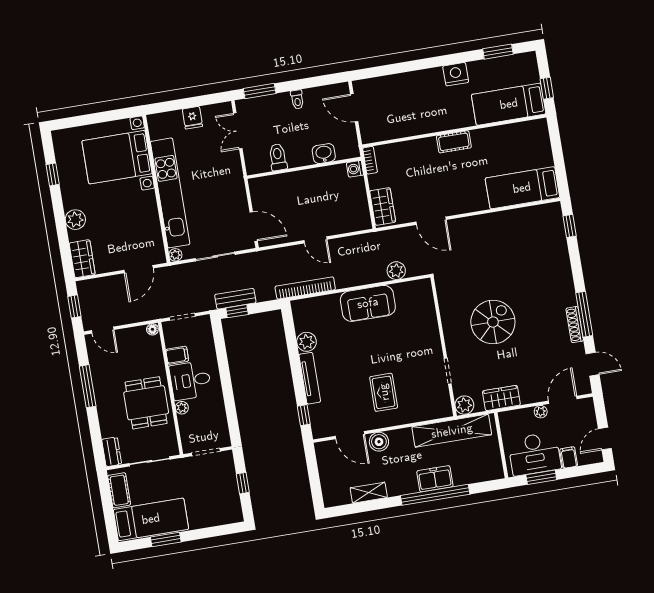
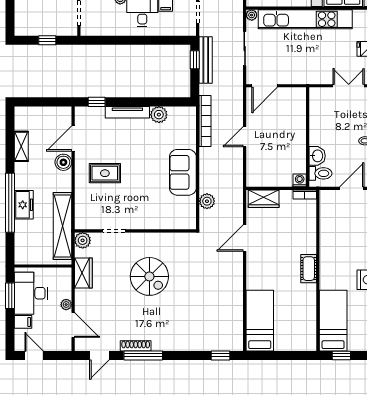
toilet: (278, 157) -> (320, 173), moved
bench: (235, 299) -> (206, 60), width x1.36

